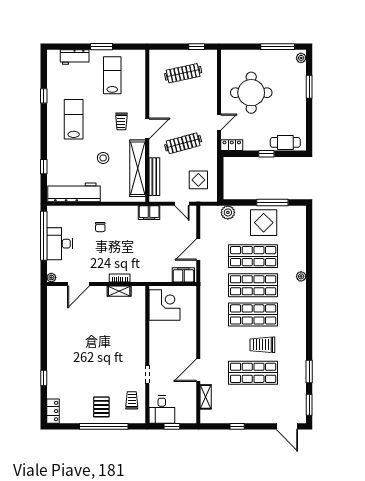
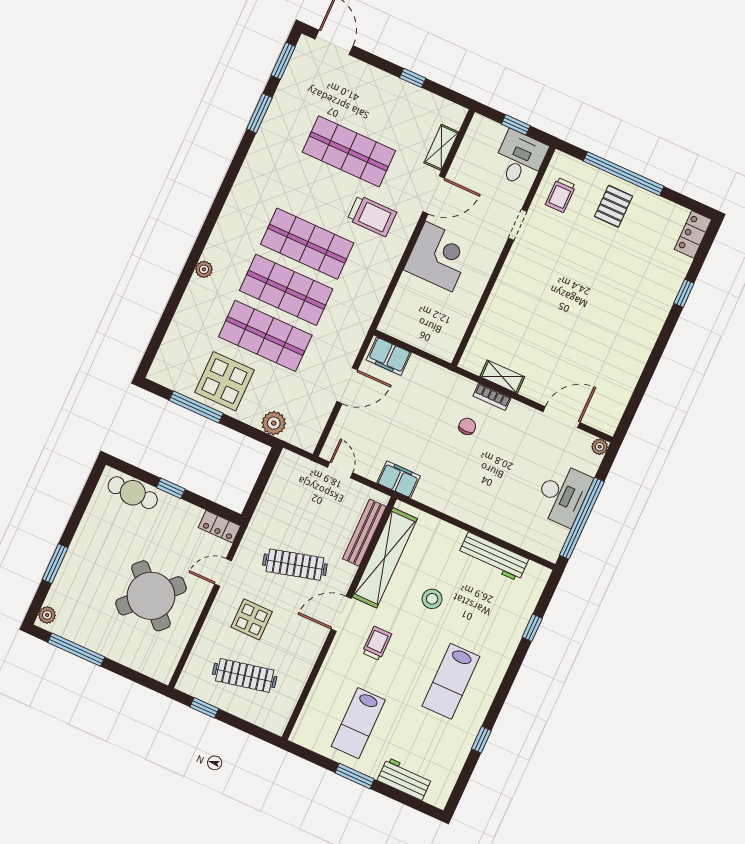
round table: (251, 93) -> (151, 596), turned 45
display table: (198, 180) -> (252, 619), moved
workbench: (74, 192) -> (494, 557), width x0.73, depth x0.76
chair: (100, 227) -> (467, 426), moved
corner desk: (164, 305) -> (439, 256), moved, turned 180
trolley: (262, 345) -> (372, 216), moved

